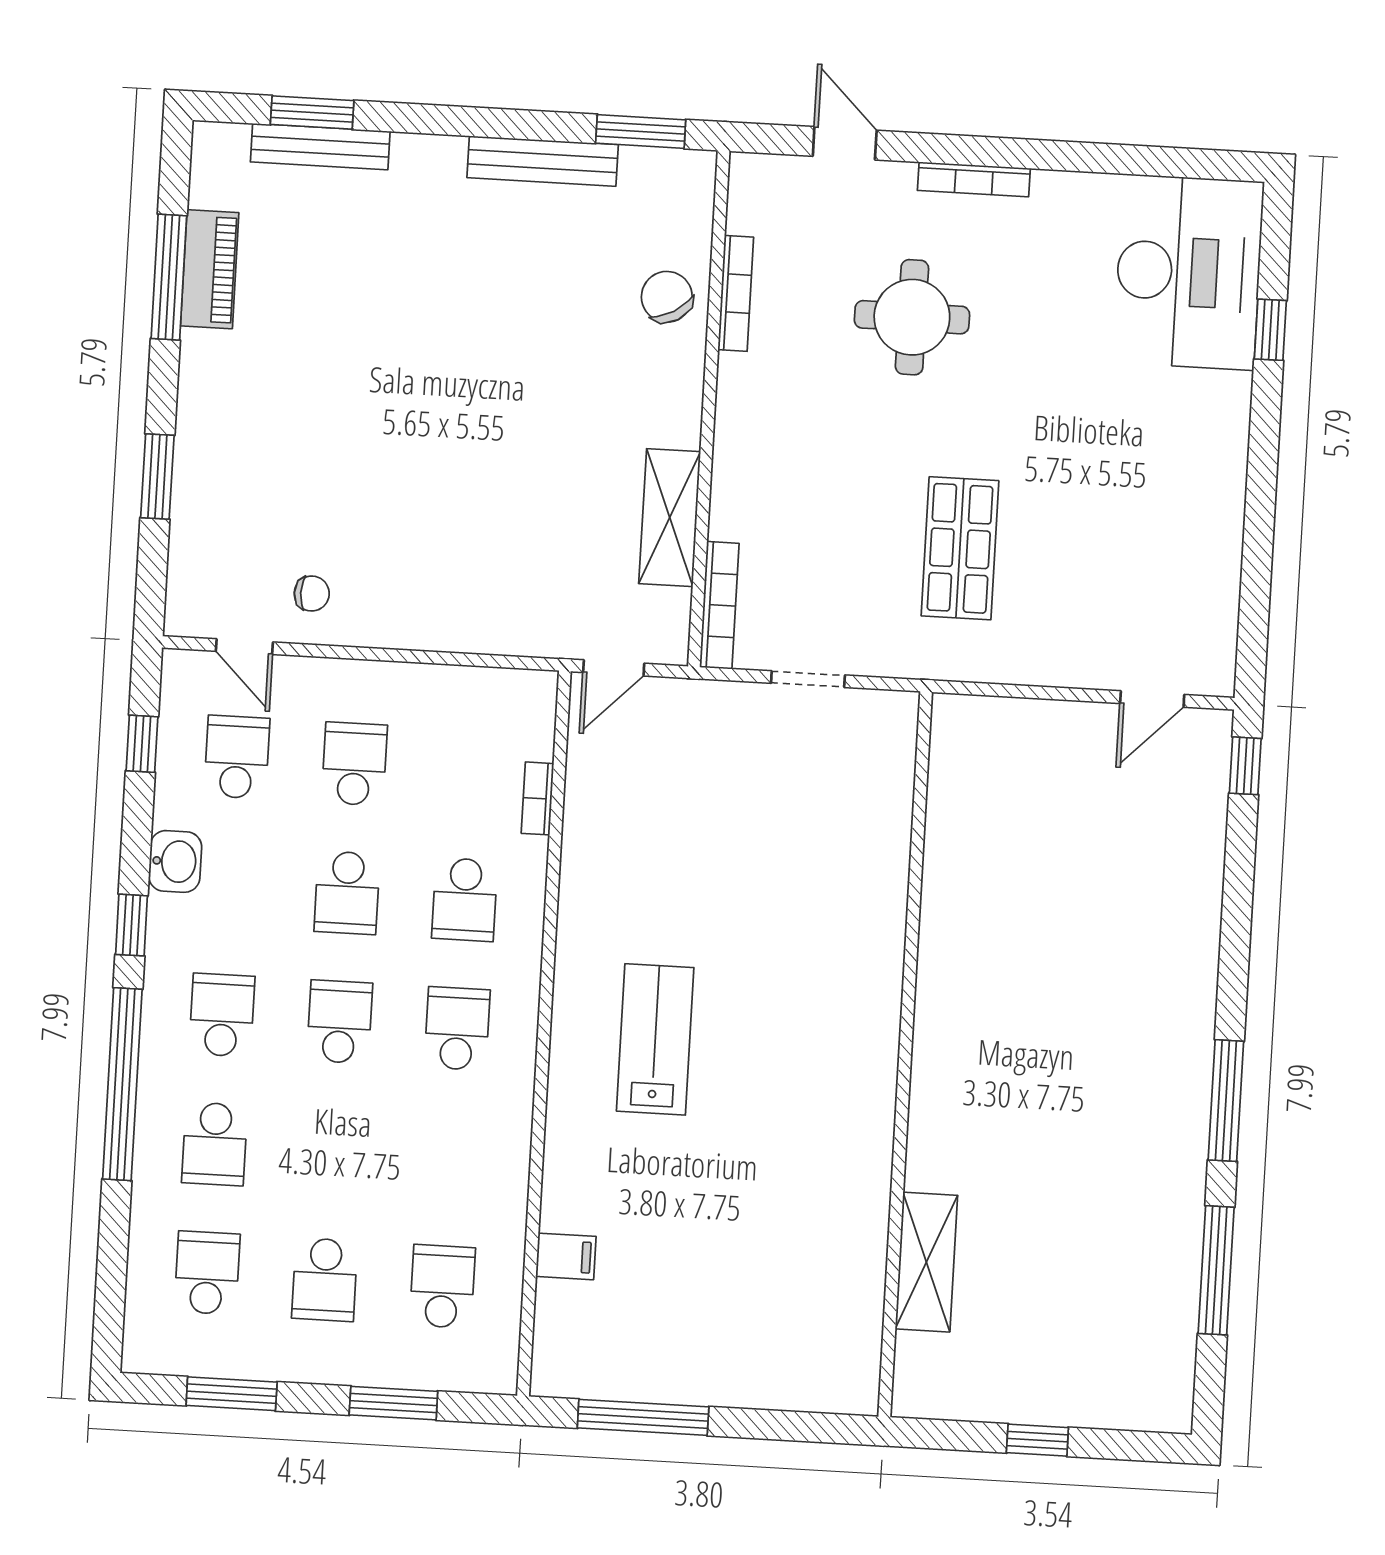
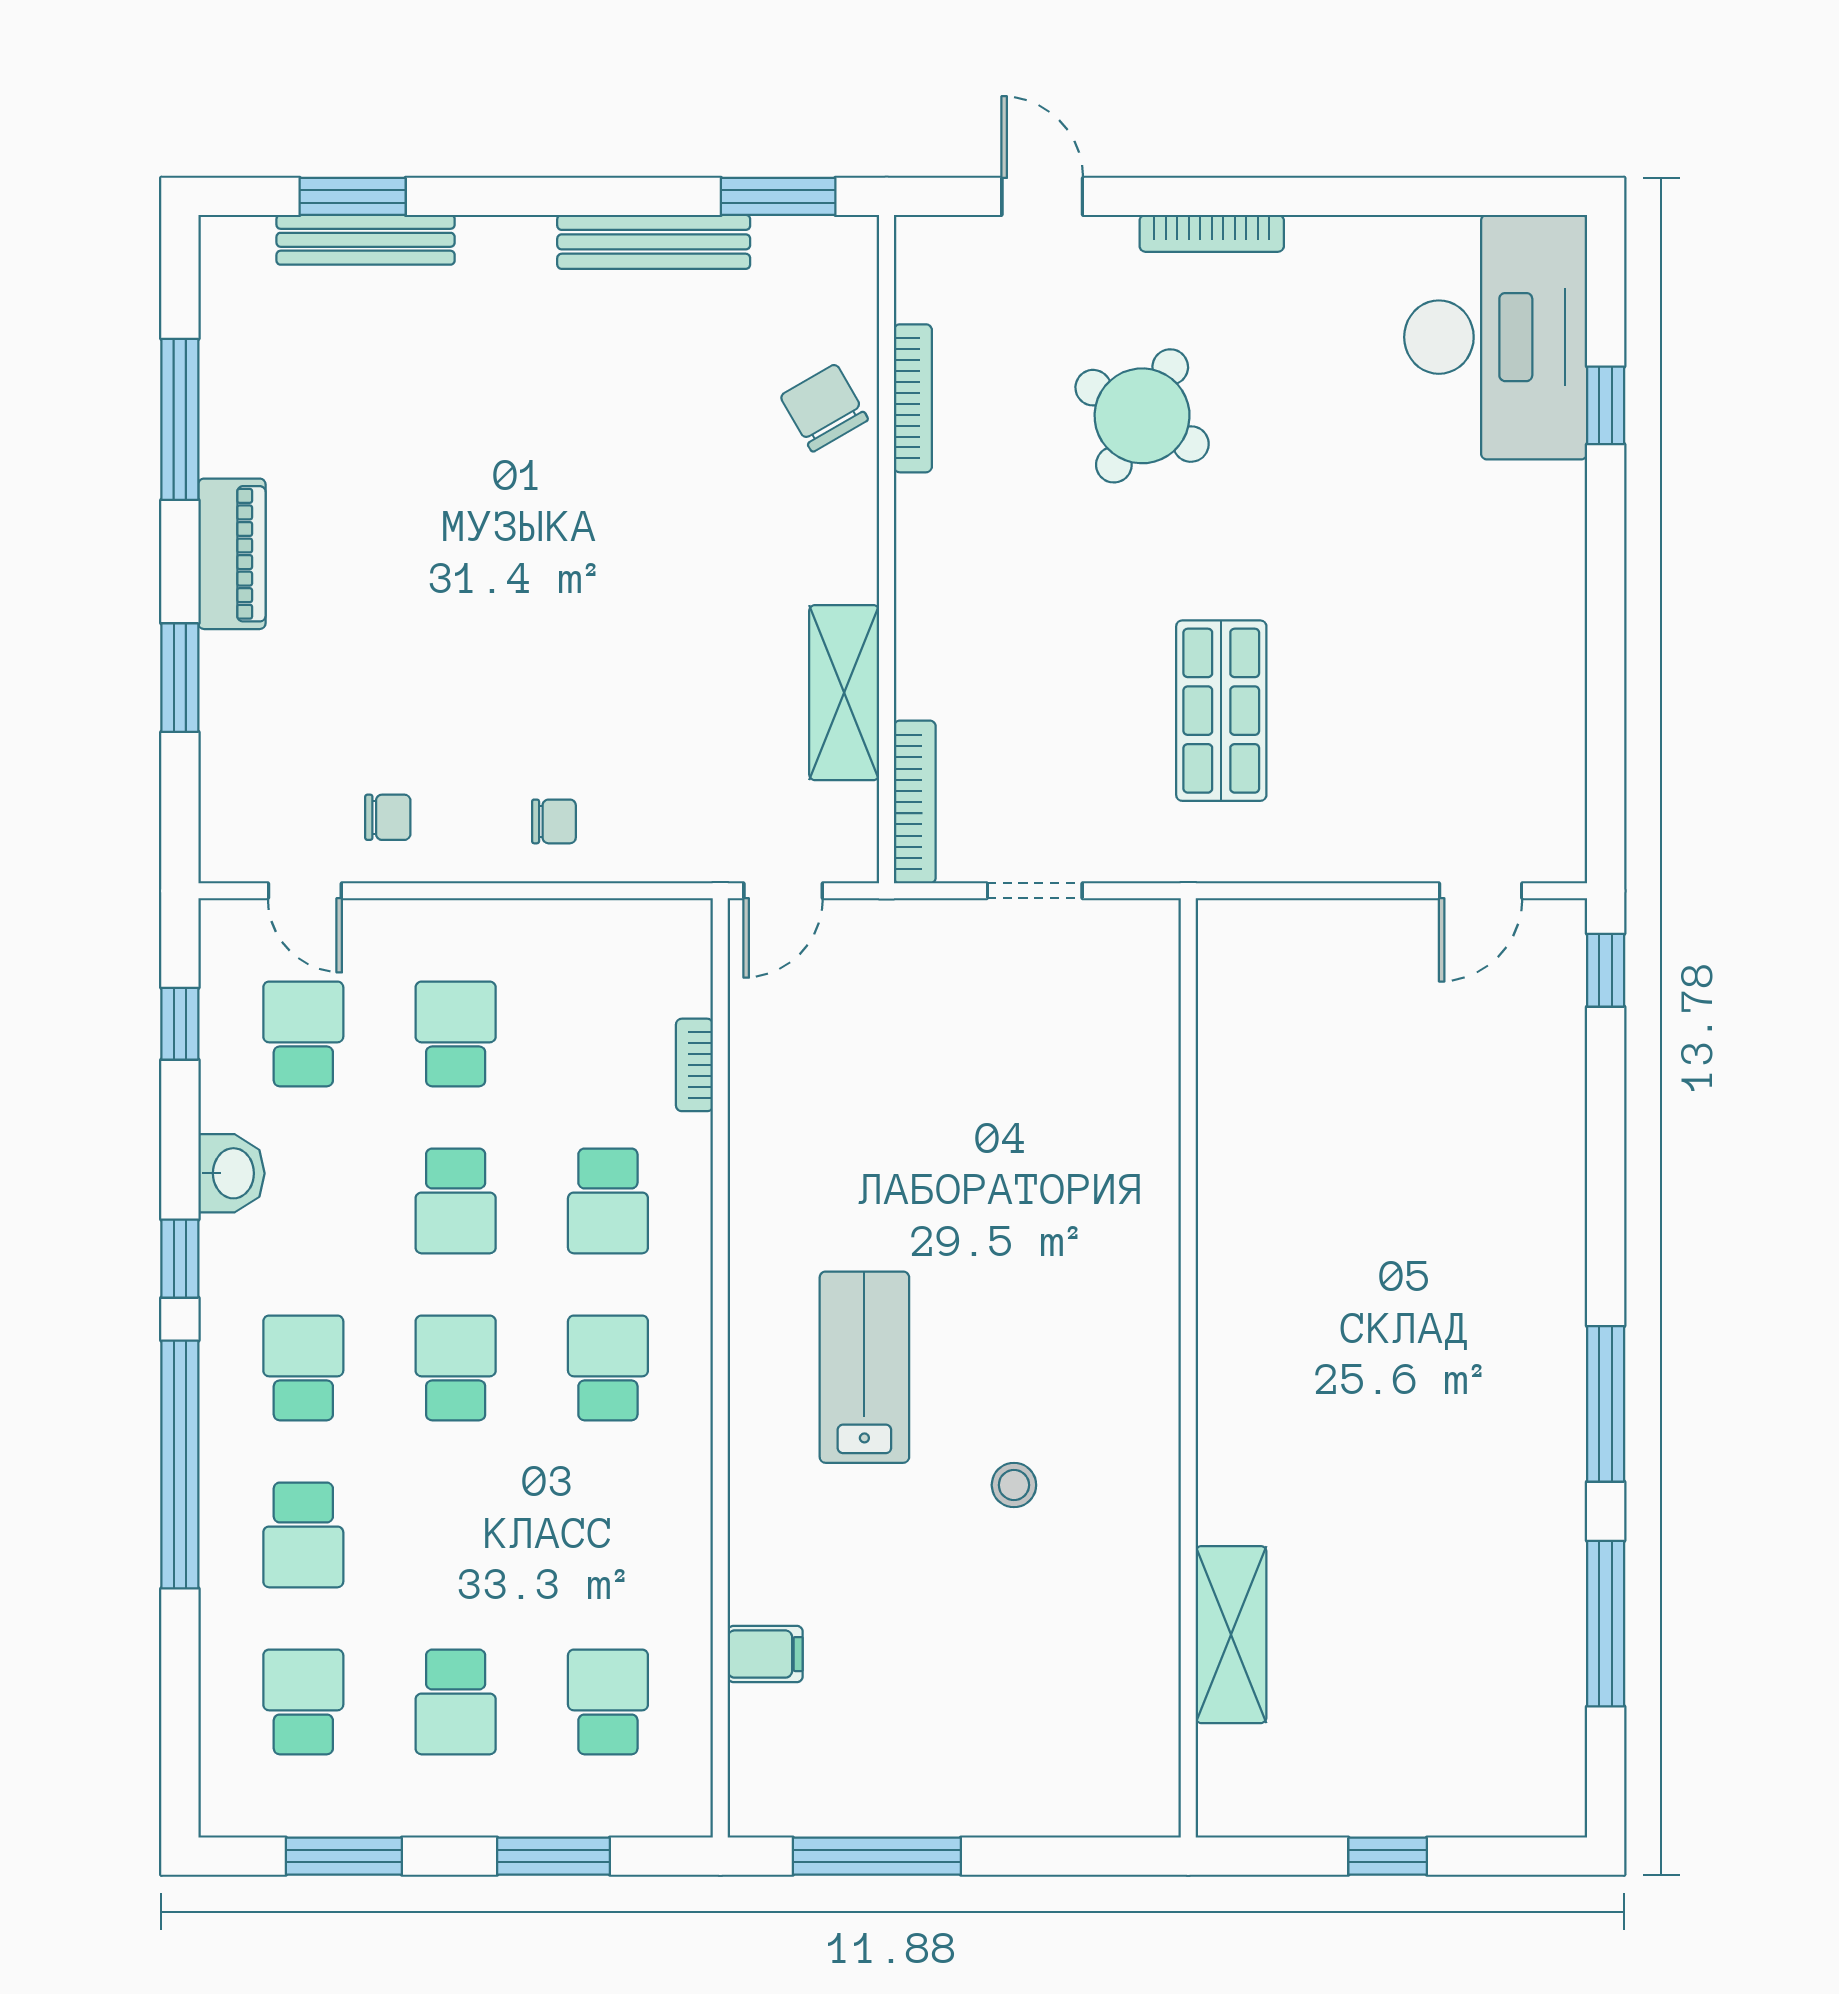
piano: (210, 269) -> (232, 554), moved
round table: (912, 317) -> (1142, 416), turned 30
chair: (440, 604) -> (554, 821), added
stool: (765, 1137) -> (1014, 1485), added

